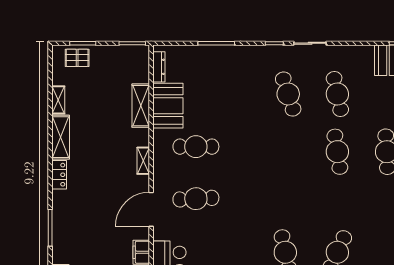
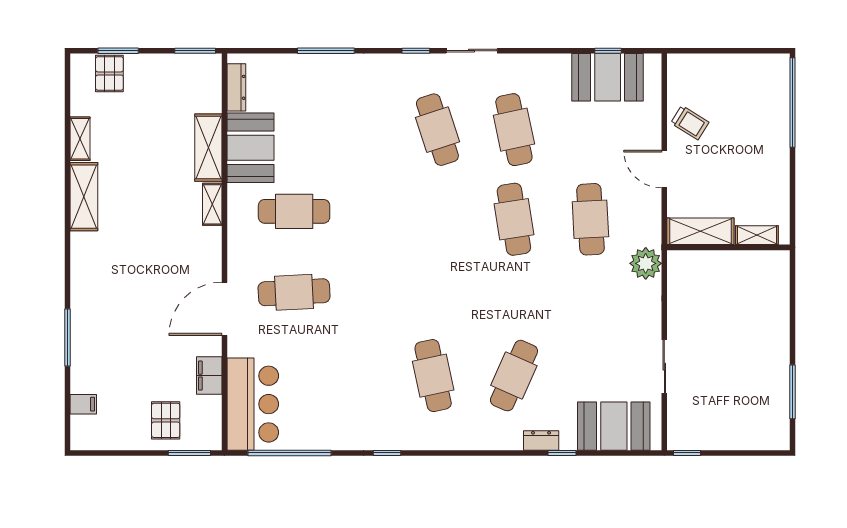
pallet: (77, 58) -> (109, 73), turned 90
shelving: (143, 161) -> (212, 204), moved
locker: (59, 175) -> (81, 255), removed

